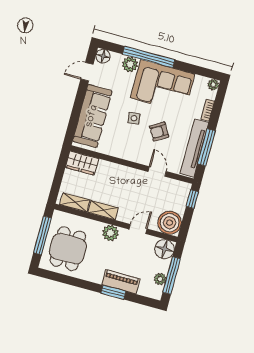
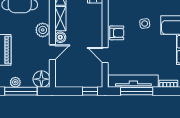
armchair: (159, 132) -> (117, 33), moved, turned 121
door: (157, 171) -> (105, 55), swing flipped
boiler: (170, 223) -> (60, 37), moved, width x0.54, depth x0.54
door: (138, 229) -> (52, 52), hinge flipped

